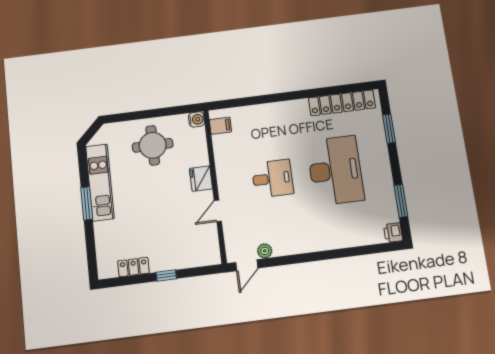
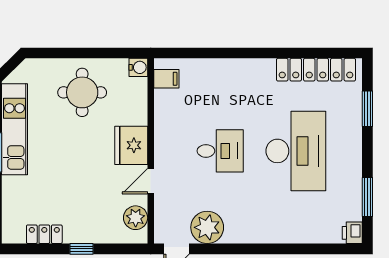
fridge: (201, 179) -> (131, 145), width x1.36, depth x1.34
plant: (209, 243) -> (136, 218), added
plant: (265, 251) -> (207, 227), width x1.88, depth x1.88

